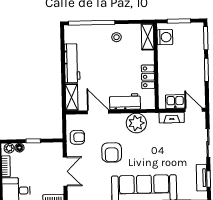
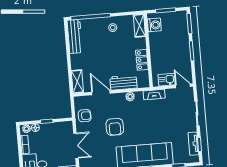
workbench: (72, 63) -> (75, 36), moved
fireplace: (172, 118) -> (154, 95), moved
plant: (136, 123) -> (130, 97), width x0.53, depth x0.53

